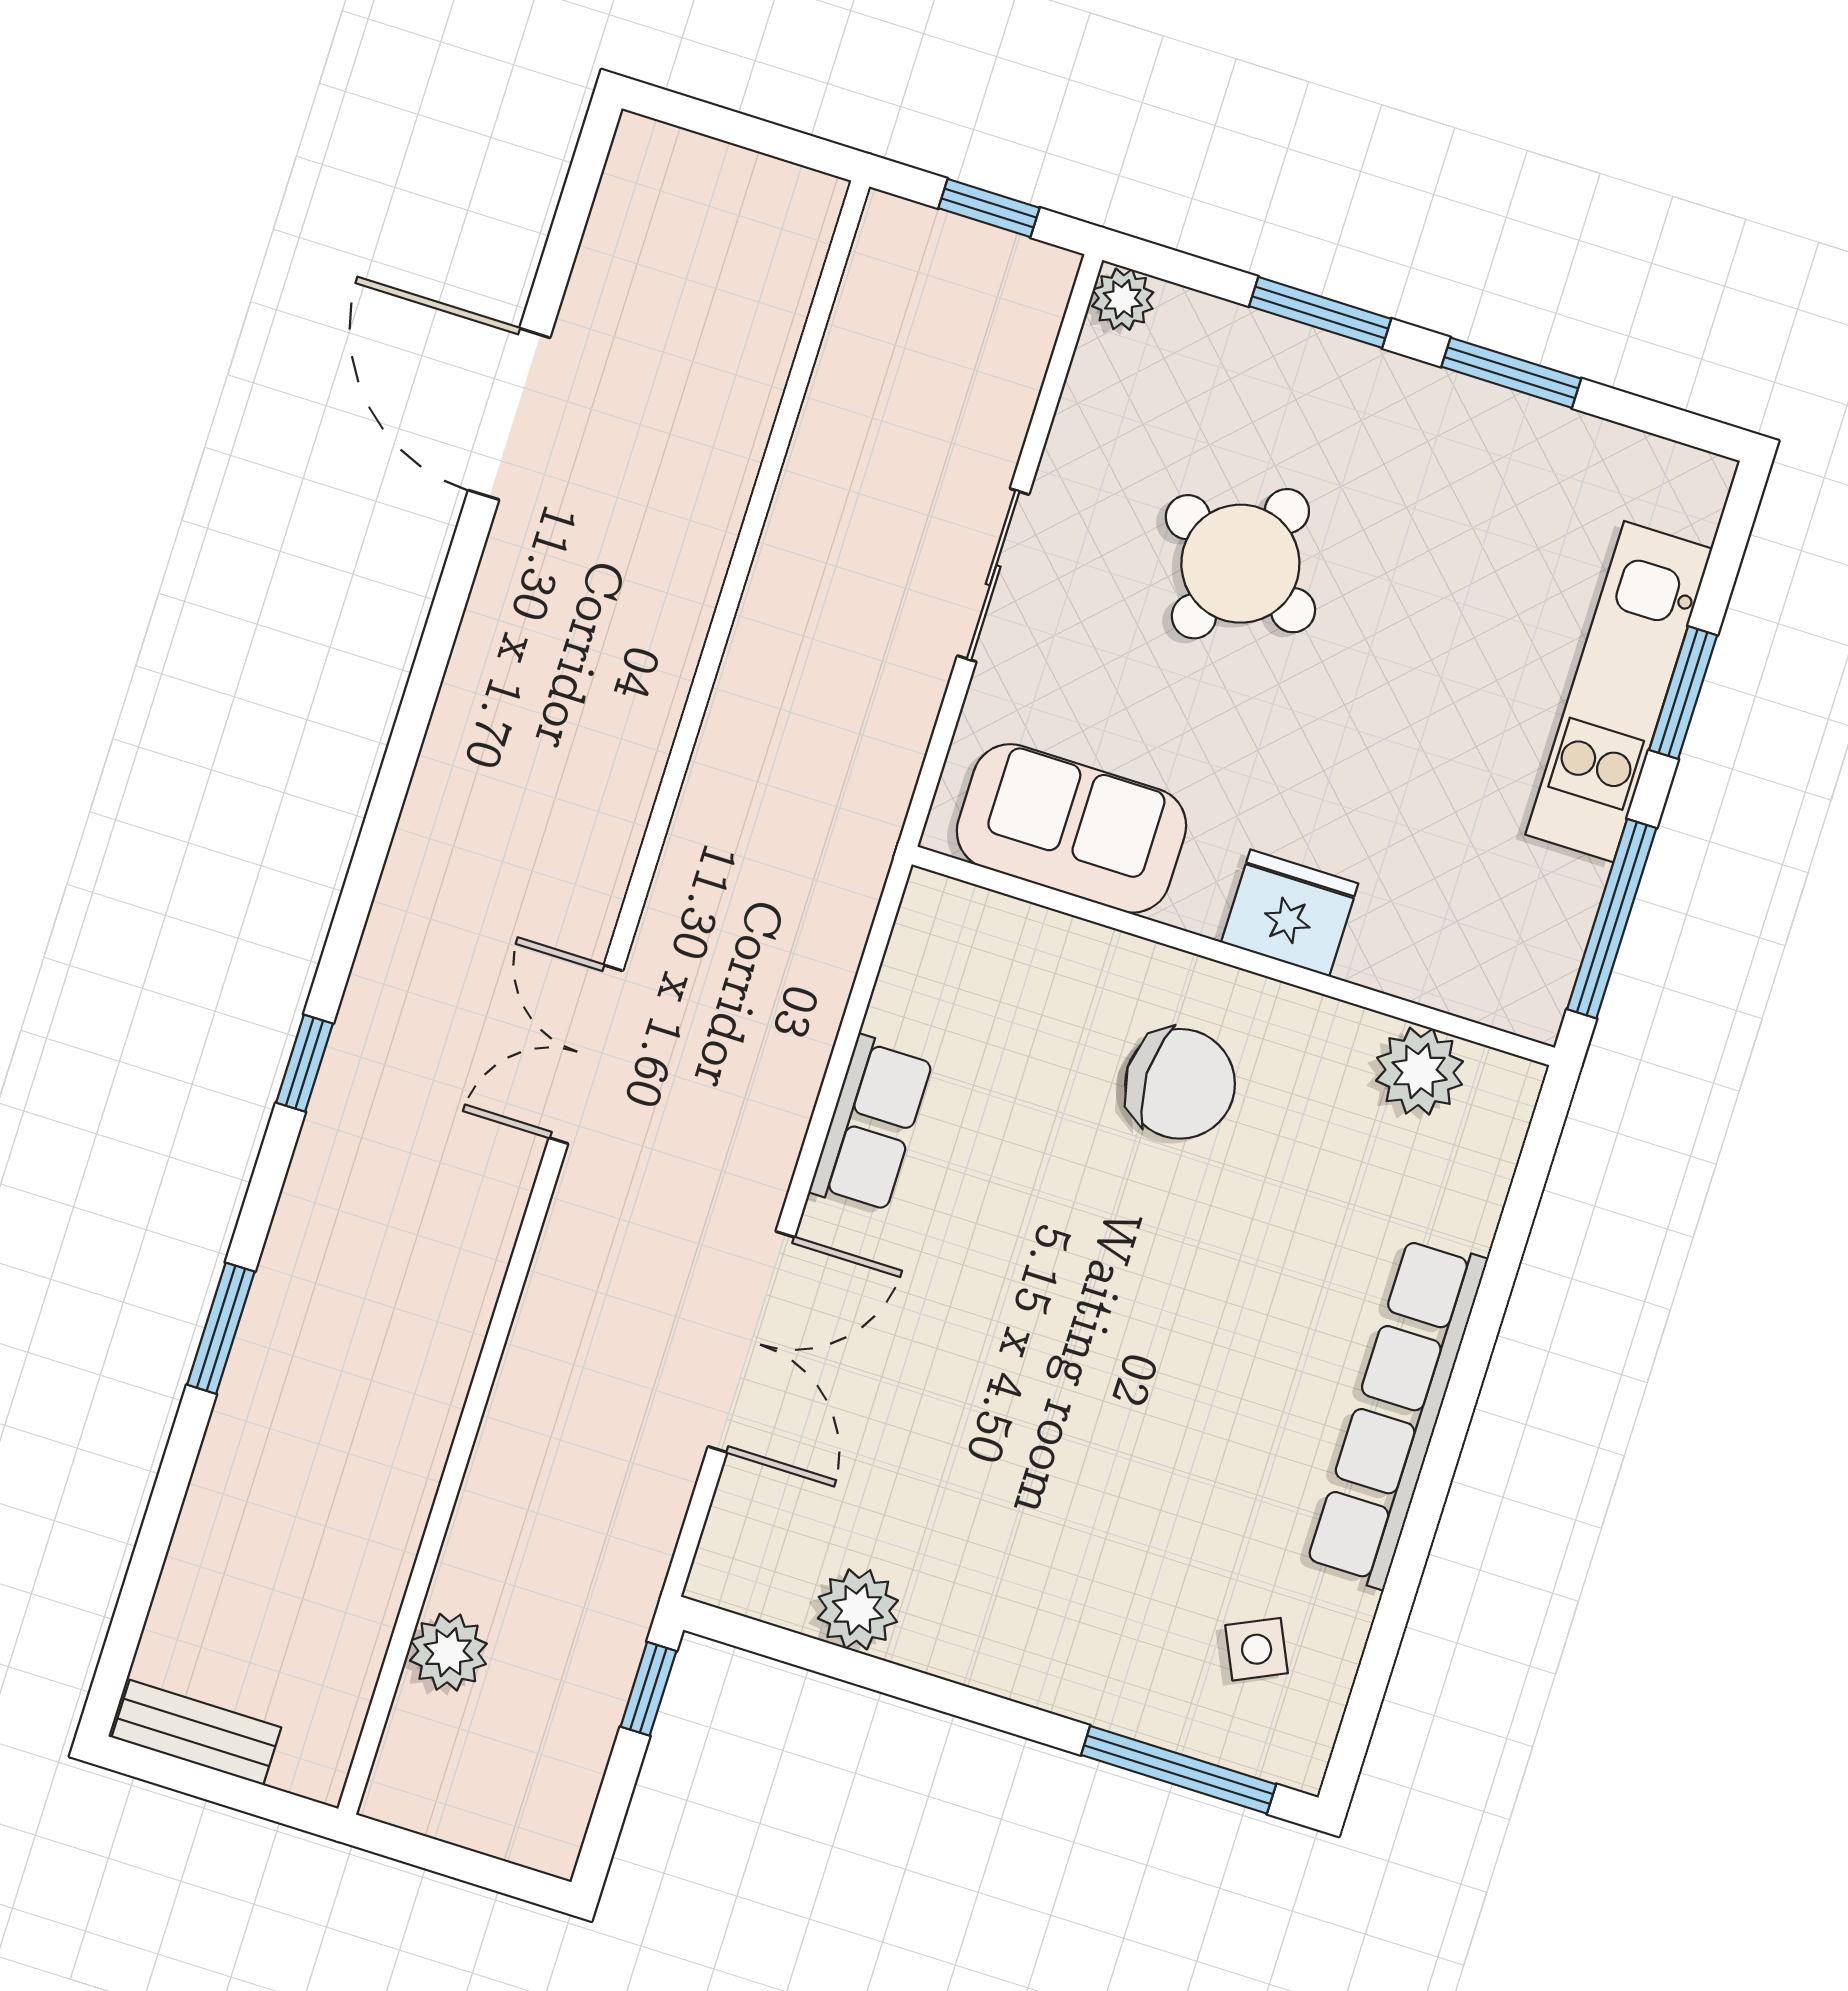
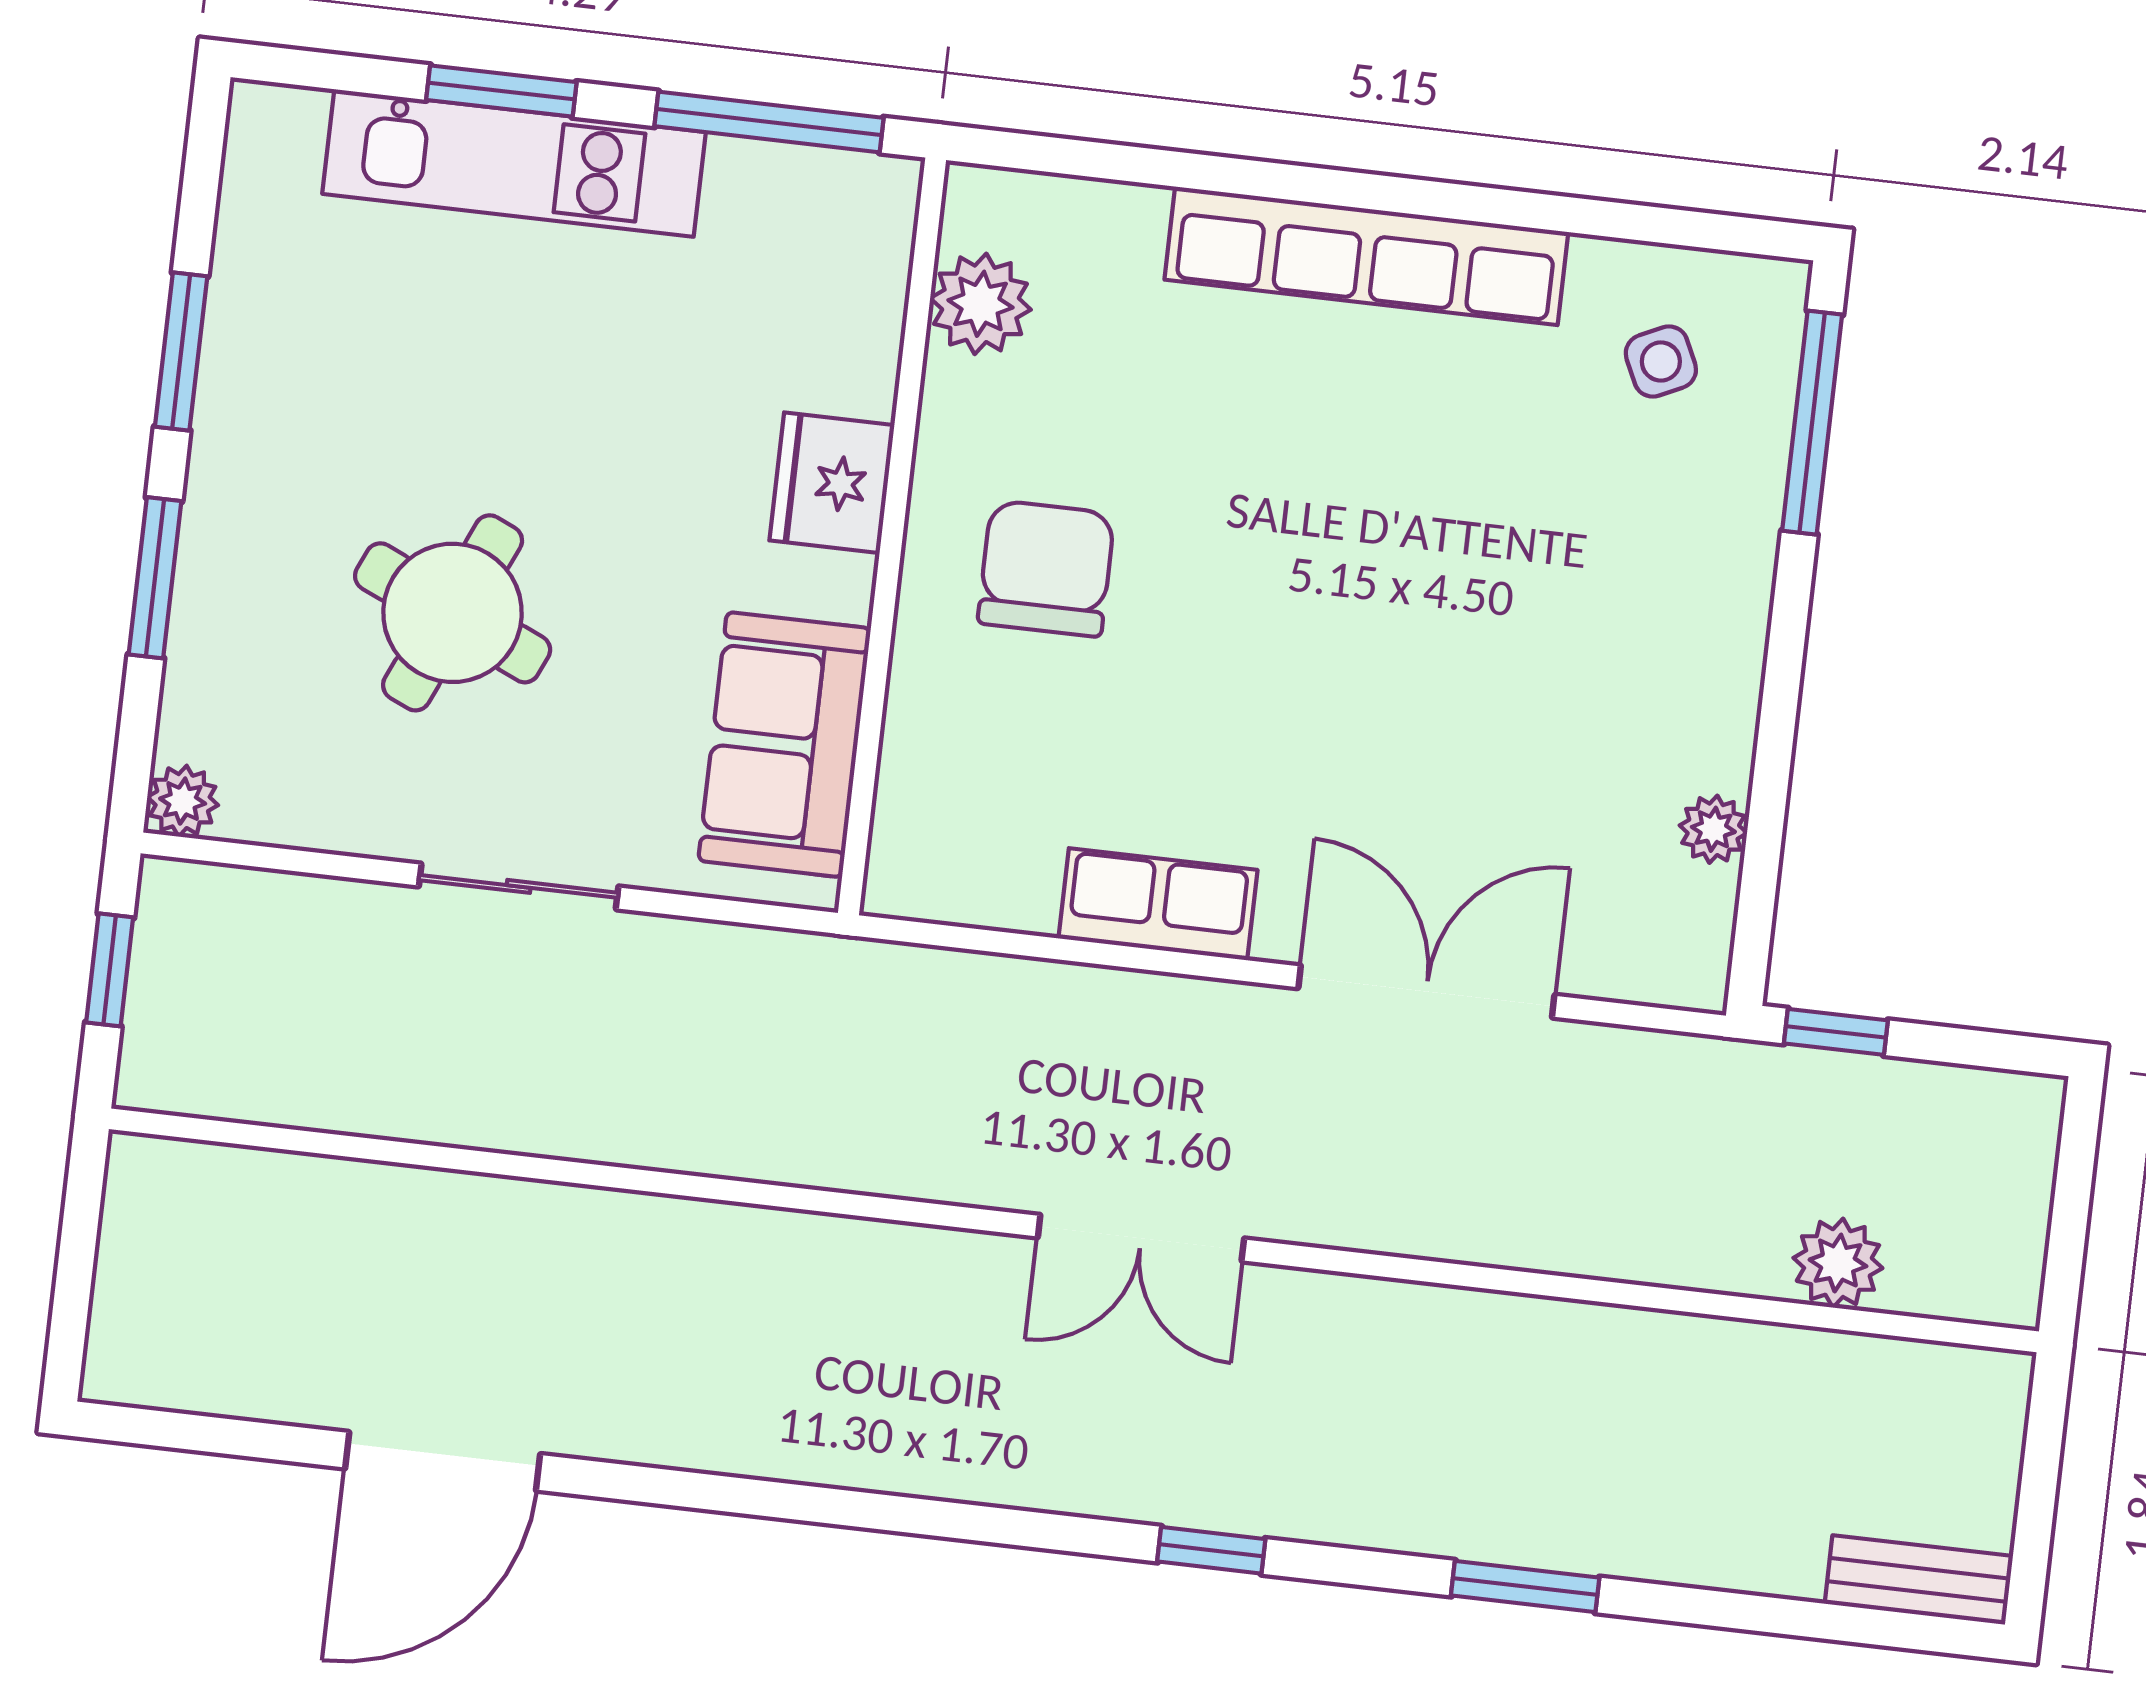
plant: (858, 1609) -> (1713, 829), width x0.73, depth x0.73
bench: (196, 1732) -> (1918, 1580), moved, turned 90

